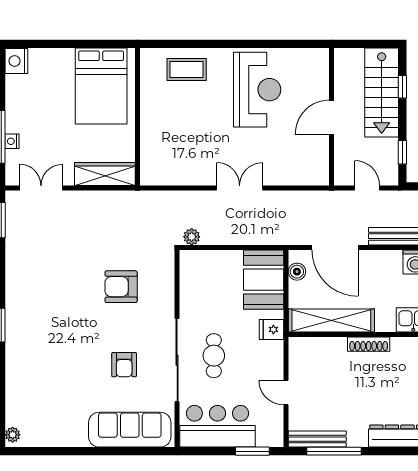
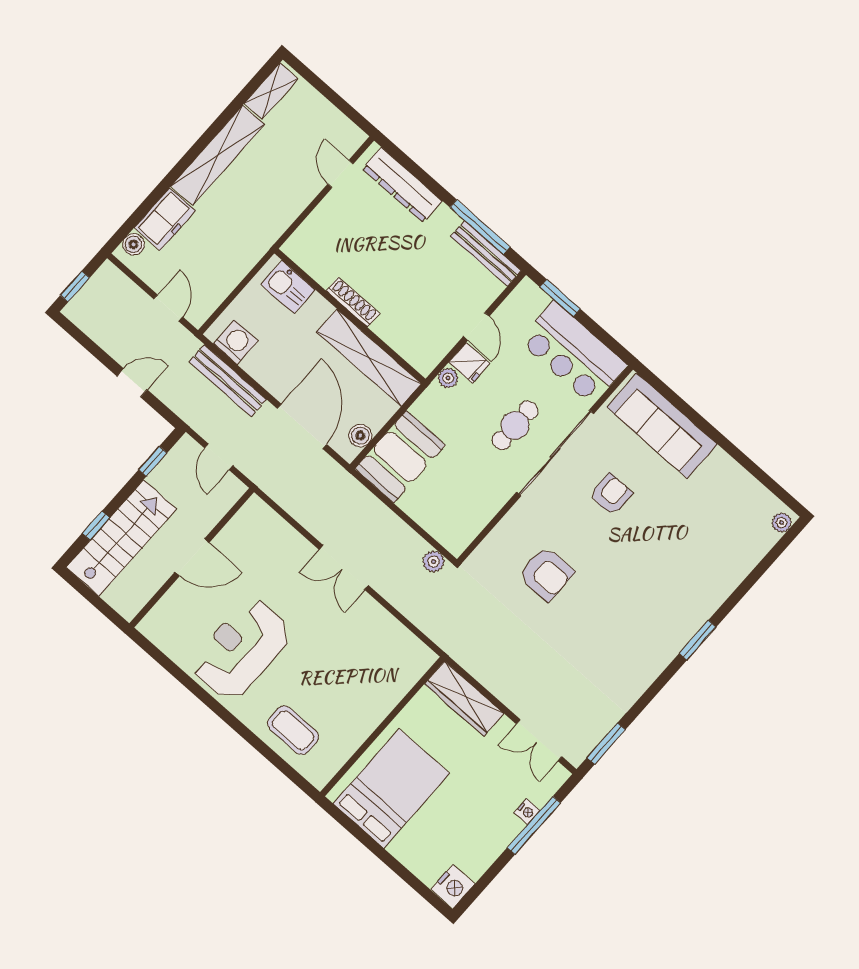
fridge: (271, 329) -> (469, 363), moved
plant: (276, 349) -> (448, 378), added

